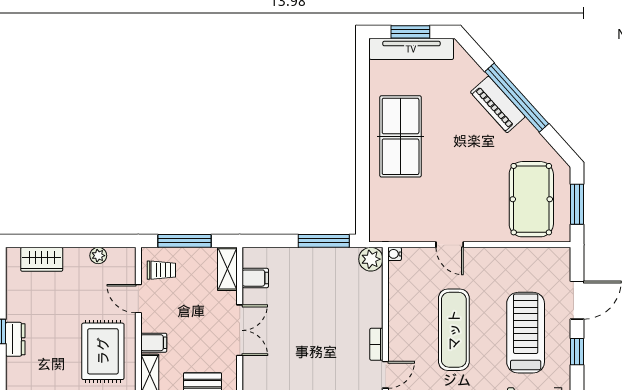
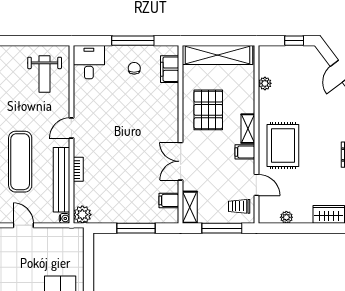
window: (324, 241) -> (136, 228), moved
bench: (399, 306) -> (61, 180), added
bookcase: (376, 344) -> (78, 169), moved

